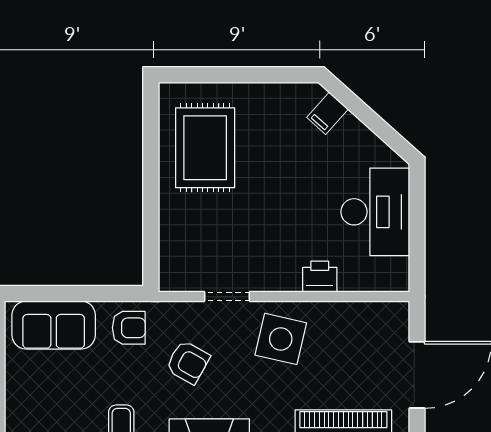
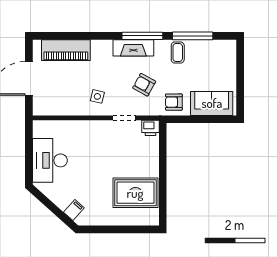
rug: (205, 148) -> (135, 193), turned 90
printer: (320, 277) -> (150, 128), moved
side table: (281, 339) -> (97, 96), width x0.54, depth x0.54

